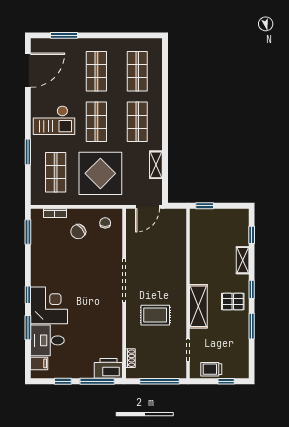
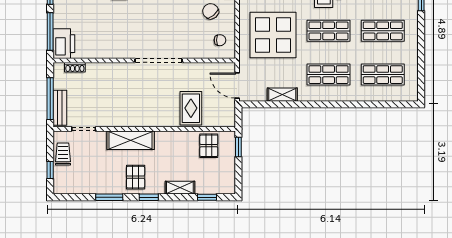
pallet: (204, 233) -> (209, 146), added
rug: (155, 315) -> (191, 108), moved
bench: (168, 372) -> (60, 108), added

